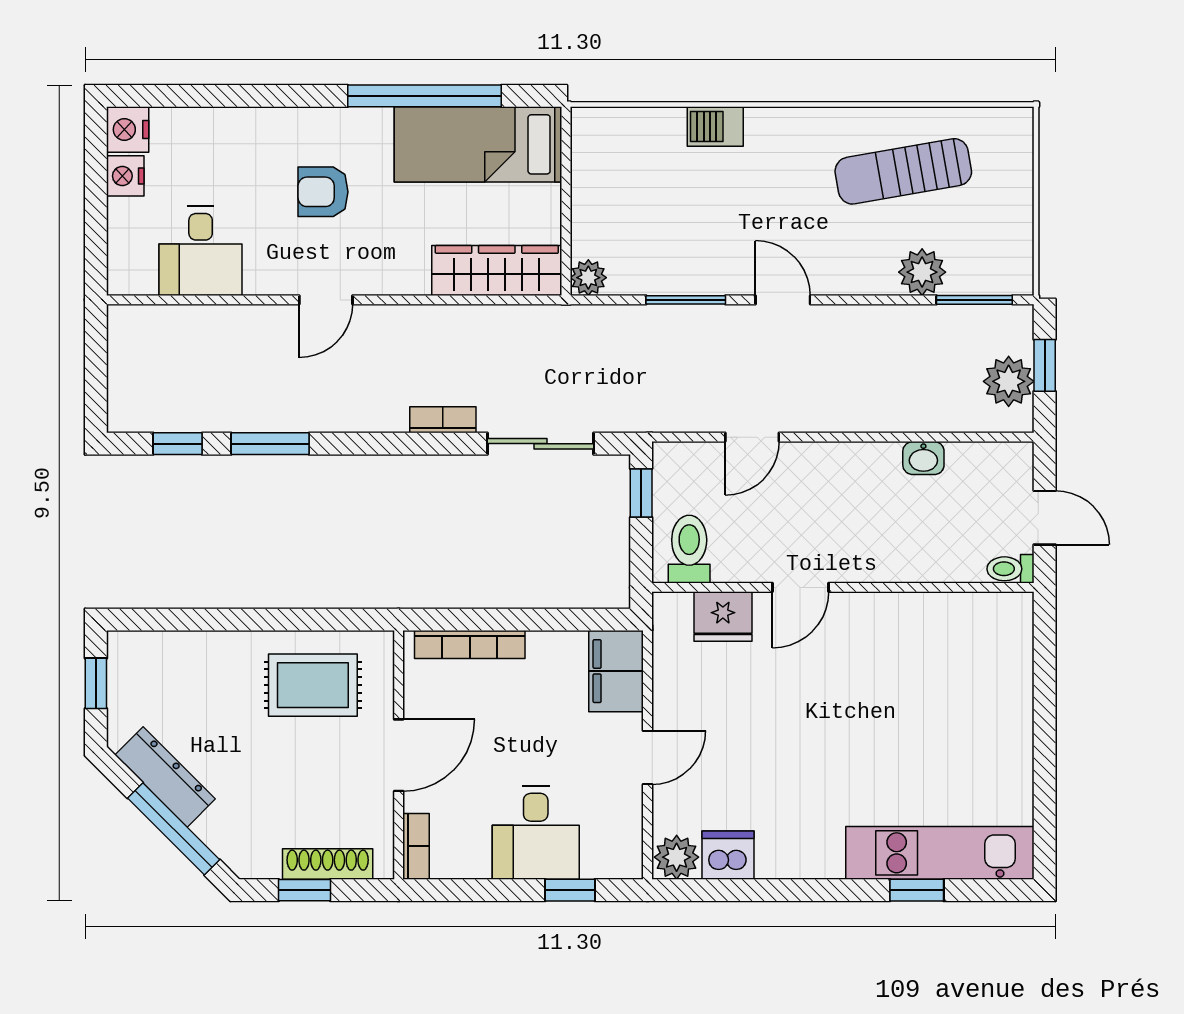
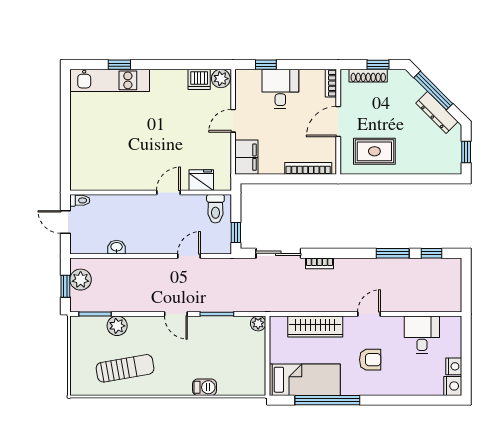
wardrobe: (497, 270) -> (315, 326), moved

